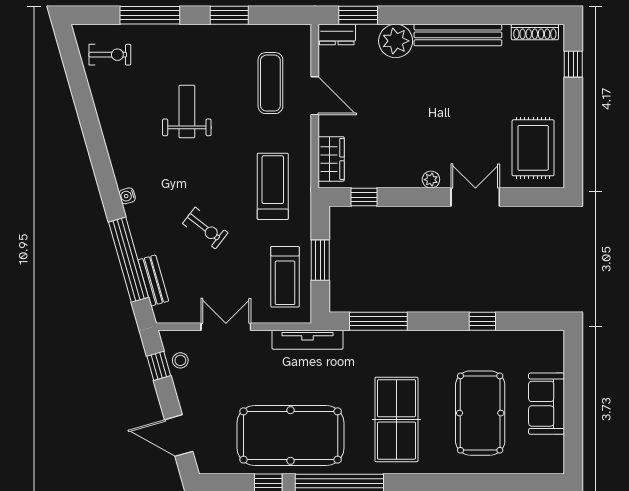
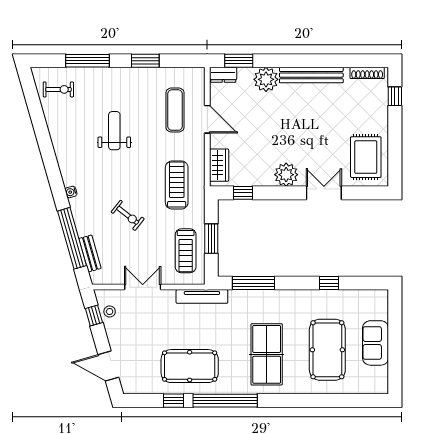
plant: (431, 180) -> (286, 175), width x1.88, depth x1.88
pool table: (291, 435) -> (190, 366), width x0.73, depth x0.76

